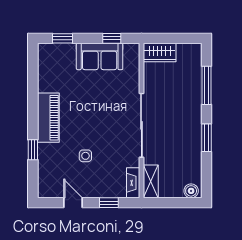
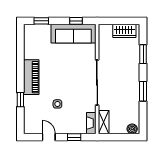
wardrobe: (160, 53) -> (124, 31), moved
sofa: (100, 56) -> (73, 34), width x1.36
window: (206, 85) -> (143, 54), width x0.69

